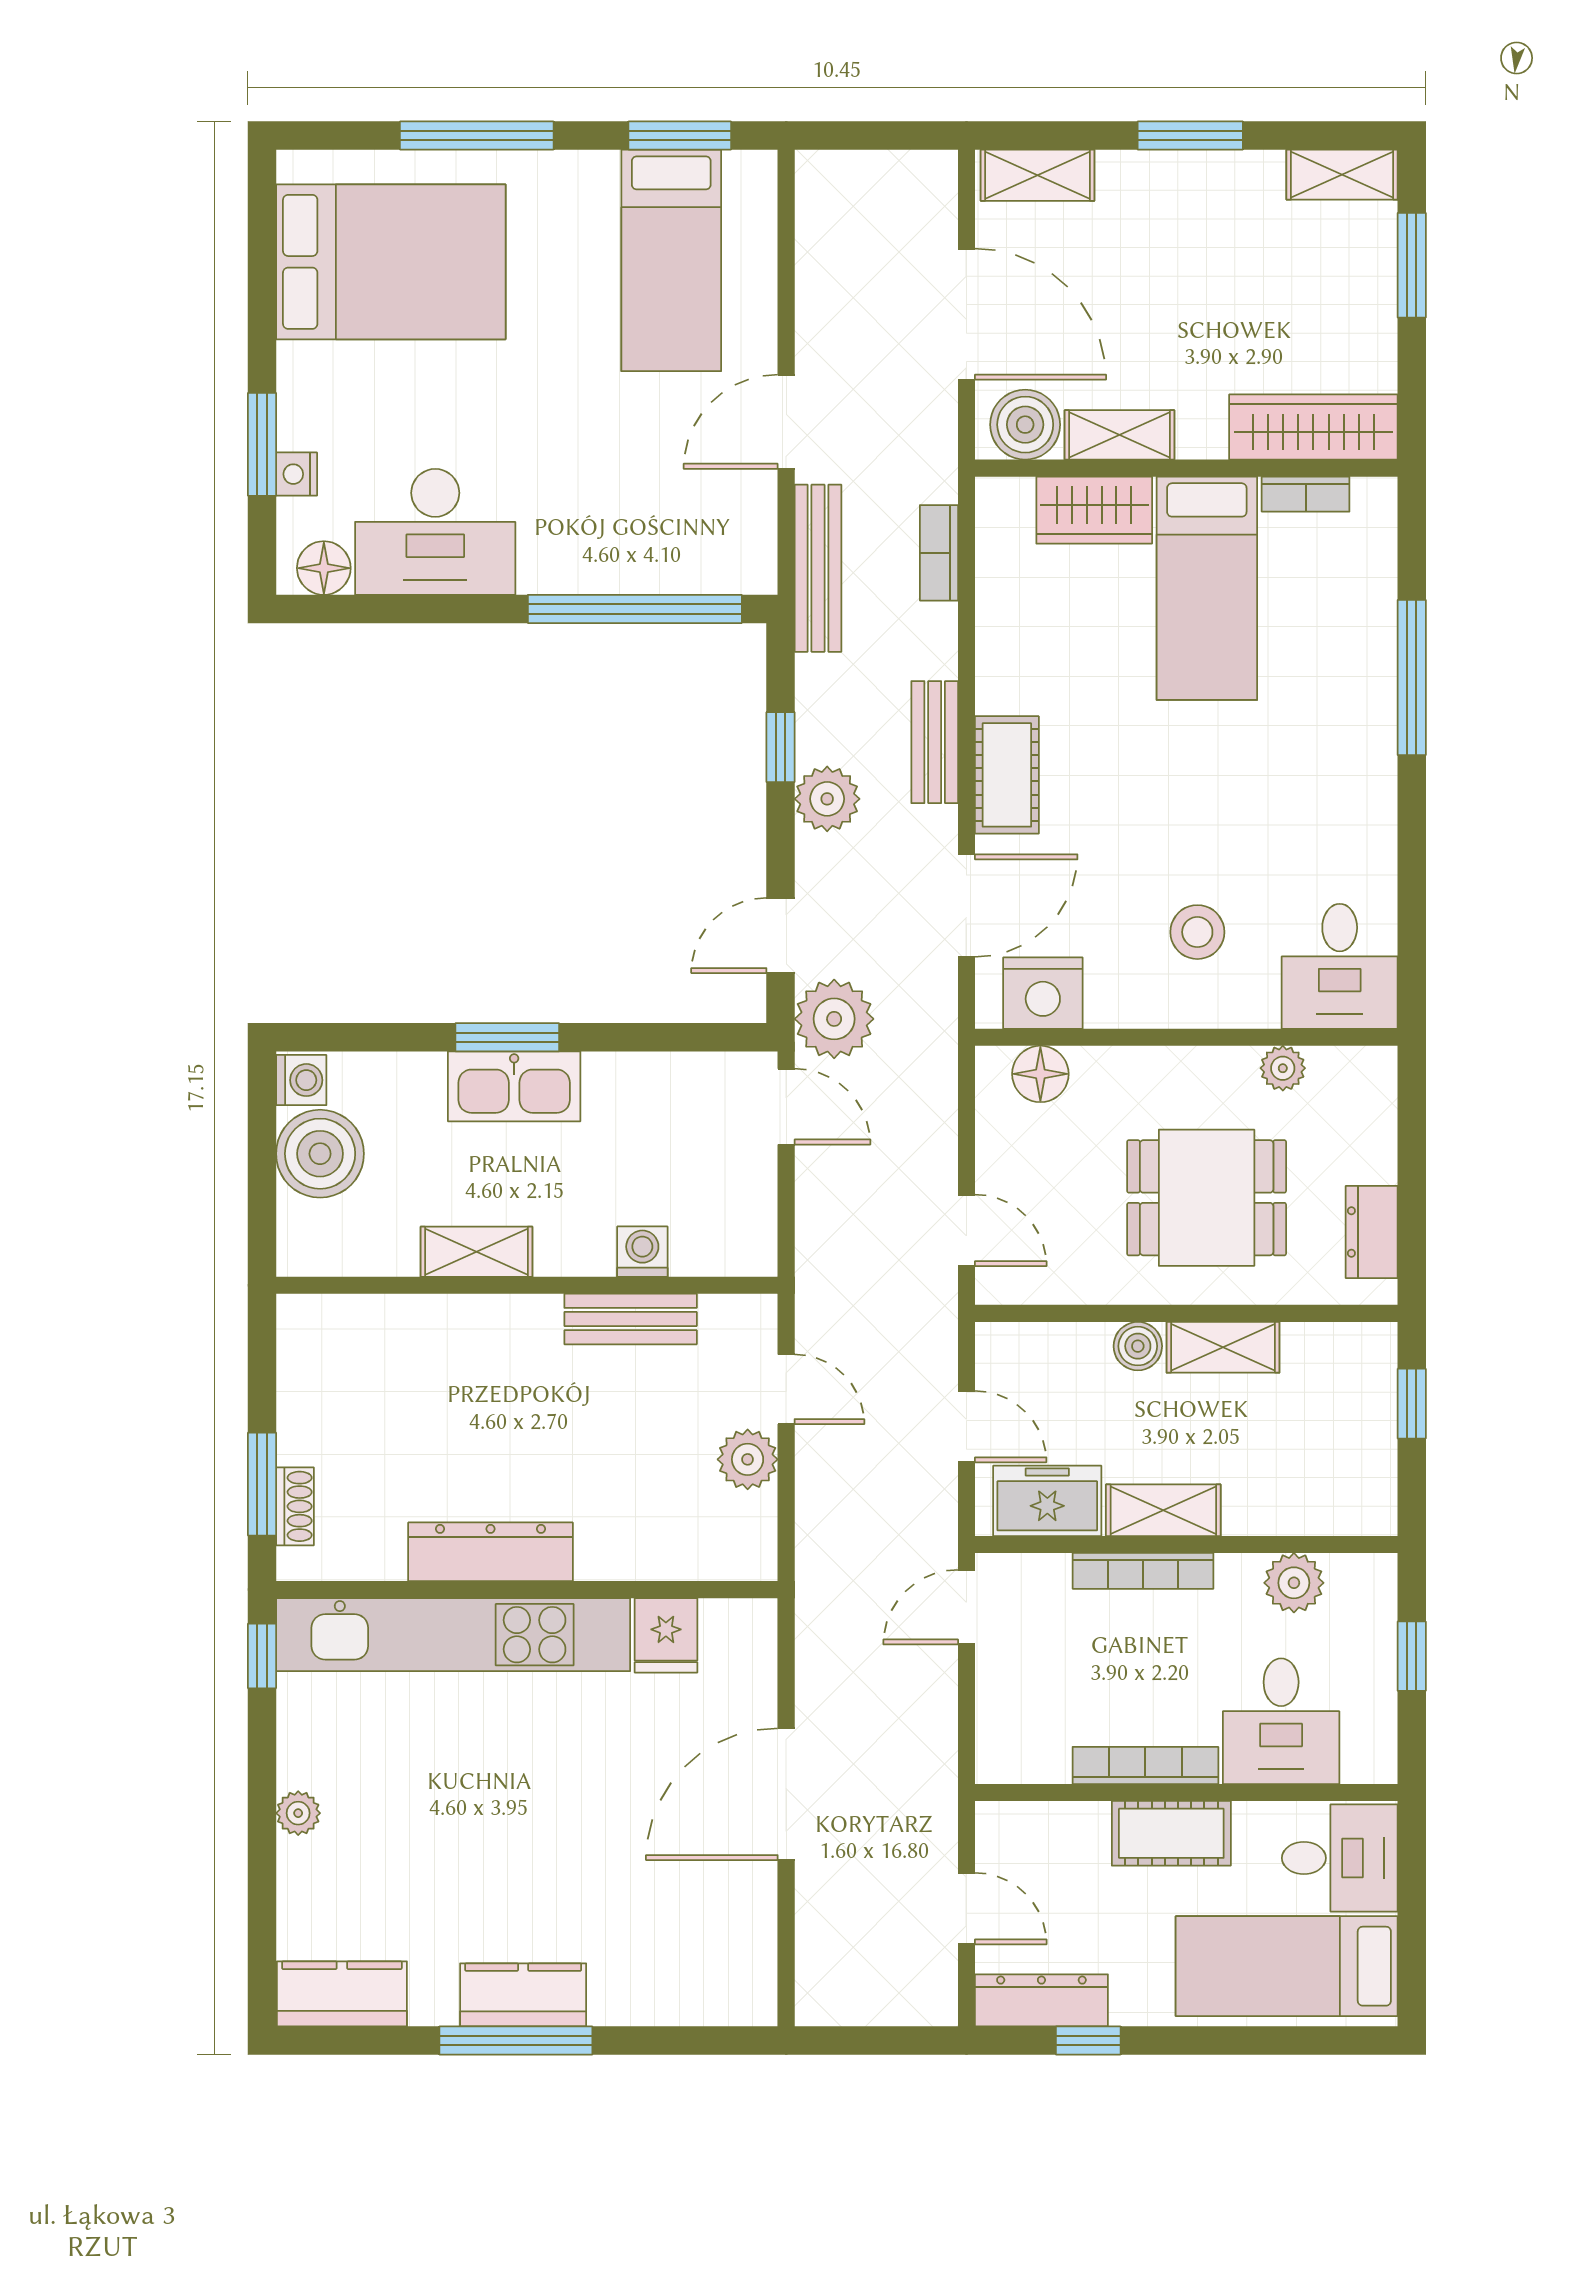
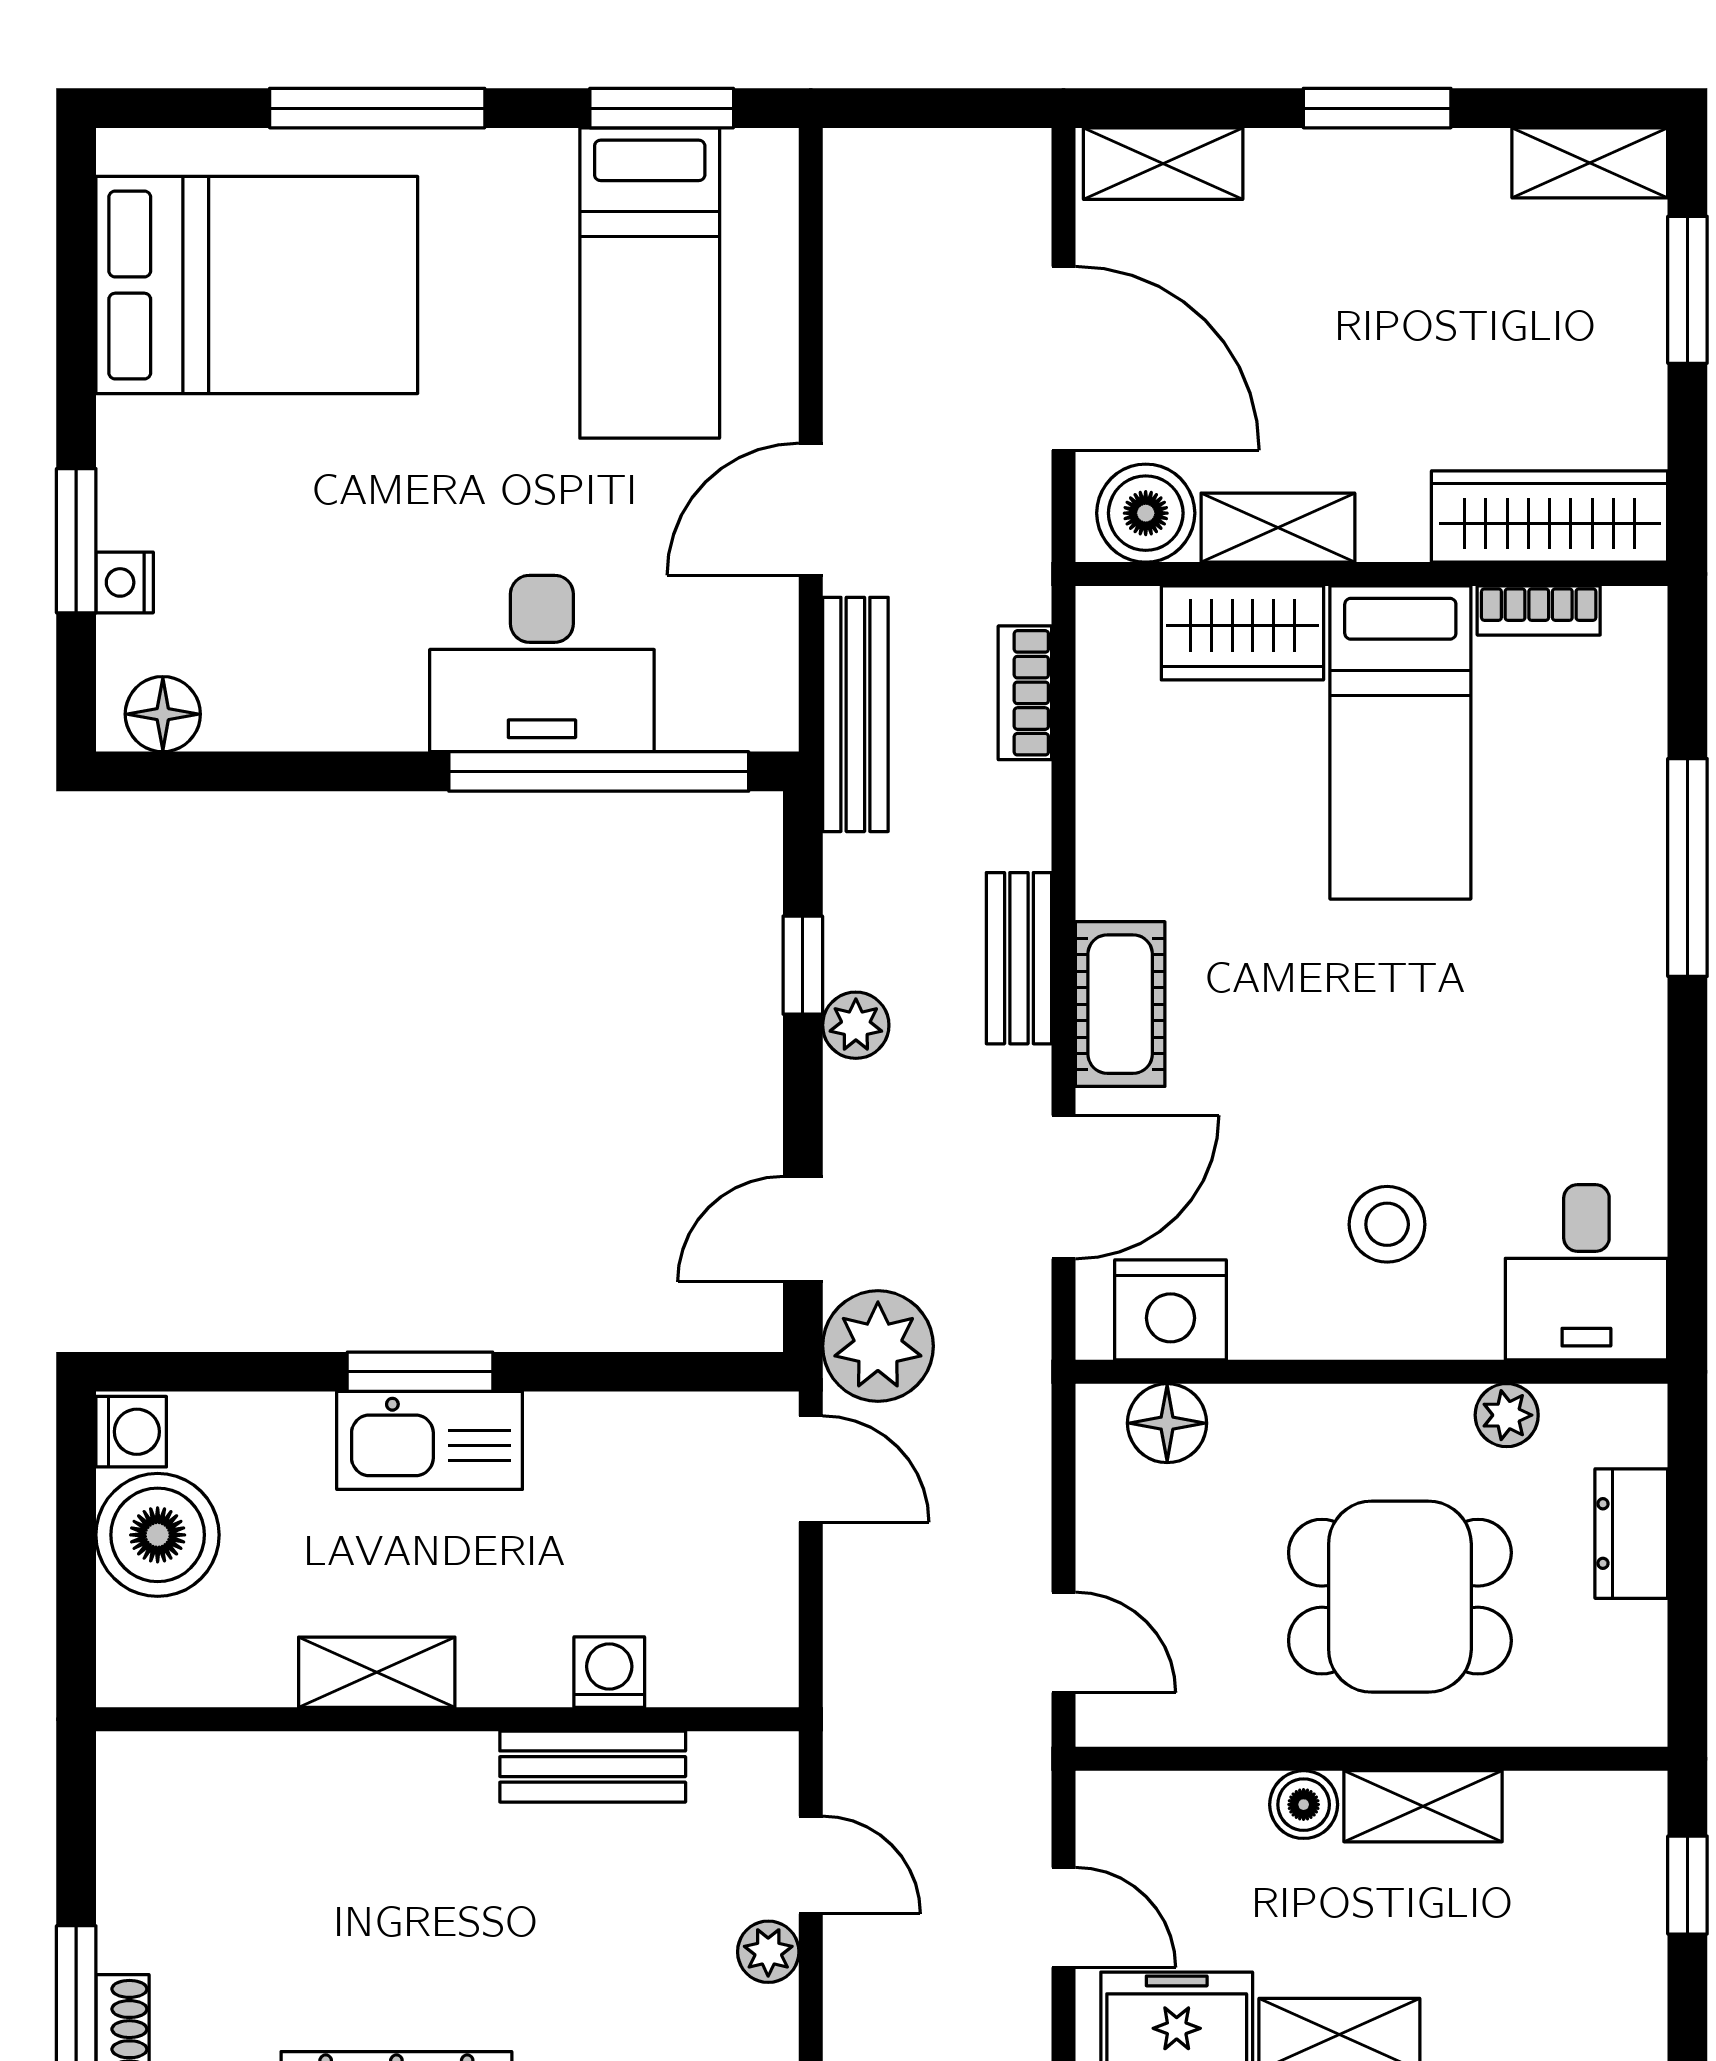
desk: (435, 532) -> (542, 664), moved
plant: (827, 799) -> (856, 1025), width x0.73, depth x0.73
dresser: (1372, 1232) -> (1631, 1534), moved
plant: (748, 1459) -> (768, 1952), width x0.73, depth x0.73

